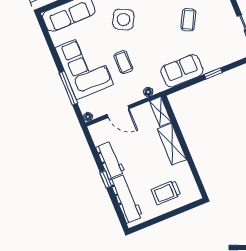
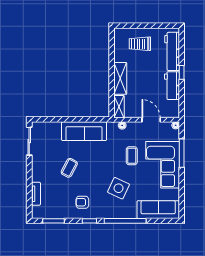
sofa: (182, 71) -> (84, 131), width x1.36
window: (213, 73) -> (67, 119), removed
trolley: (166, 192) -> (140, 44), turned 180

